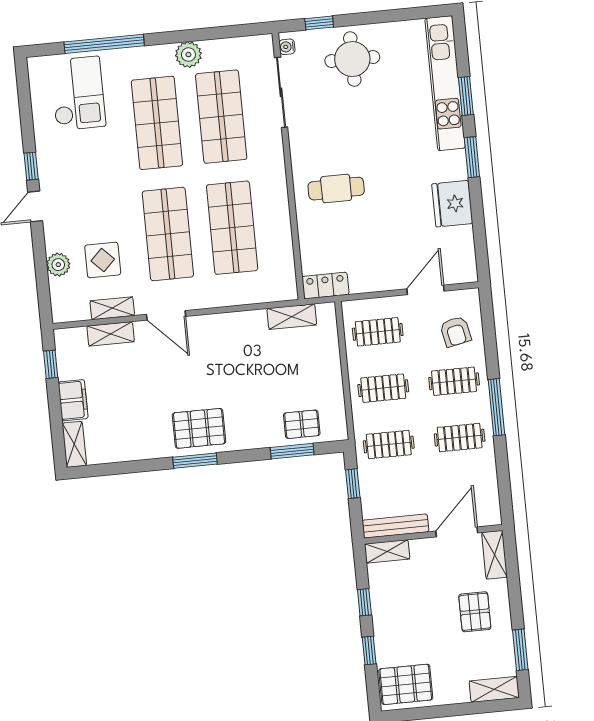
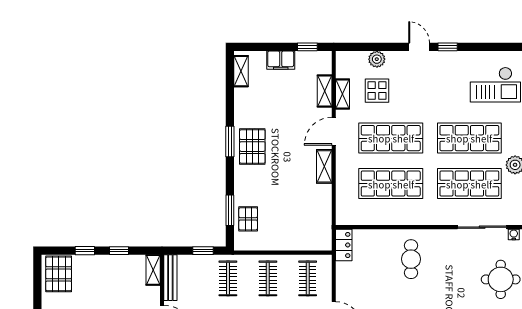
shelving: (292, 317) -> (324, 166), moved
shelving: (74, 444) -> (241, 71), moved, turned 90

